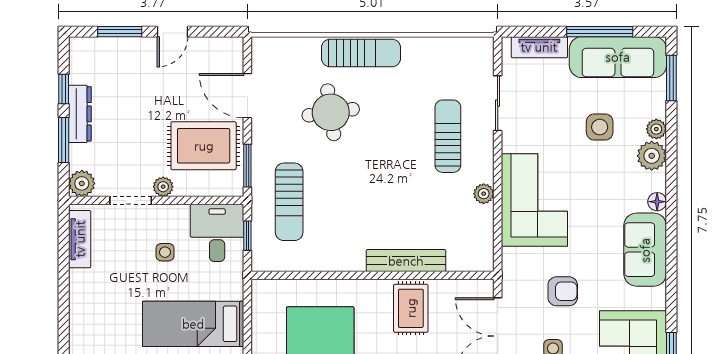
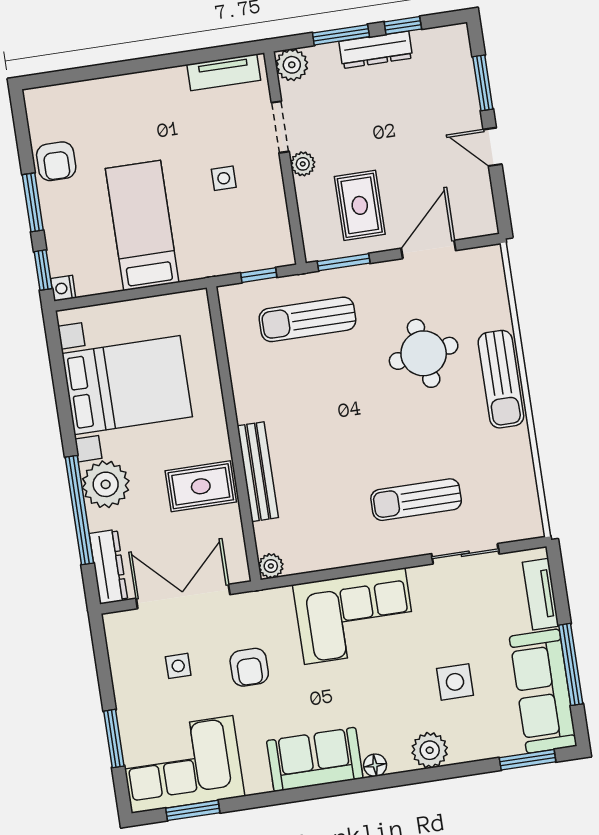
plant: (656, 129) -> (463, 751), removed
sun lounger: (448, 136) -> (416, 500), turned 180
rug: (204, 146) -> (360, 205), width x0.73, depth x0.70
plant: (484, 194) -> (271, 566), moved
desk: (217, 233) -> (257, 238), removed

